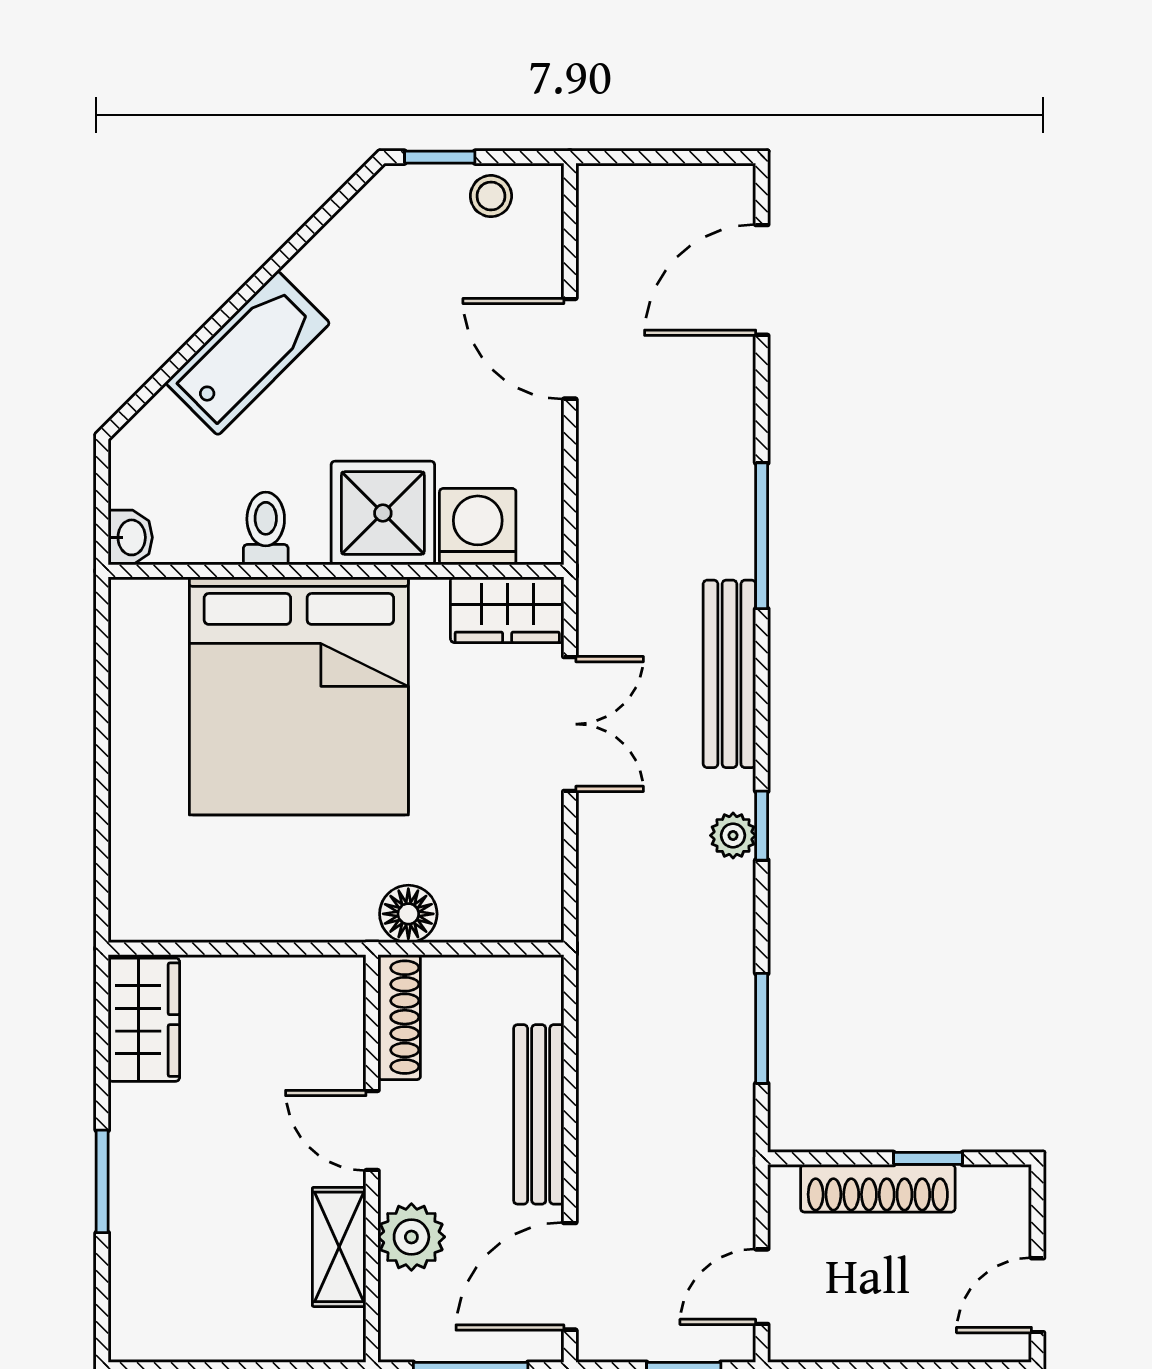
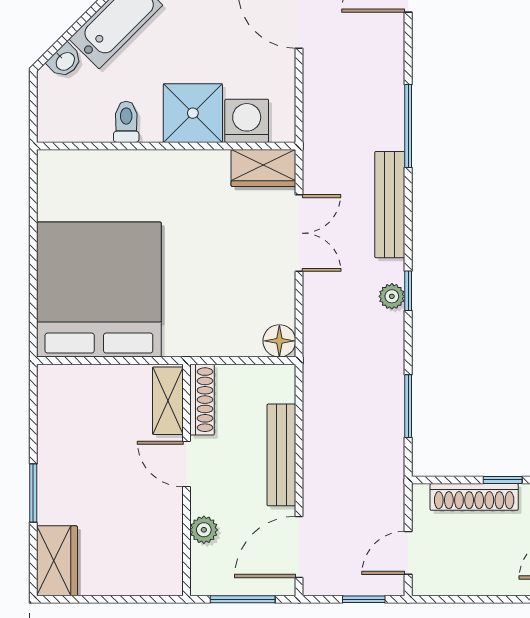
washbasin: (130, 537) -> (65, 61), moved, turned 45
bed: (299, 696) -> (99, 290), moved, turned 180
floor lamp: (408, 914) -> (279, 341), moved
wardrobe: (144, 1020) -> (57, 561), moved
plant: (411, 1237) -> (204, 530), width x0.73, depth x0.73
shelving: (339, 1247) -> (168, 401), moved

